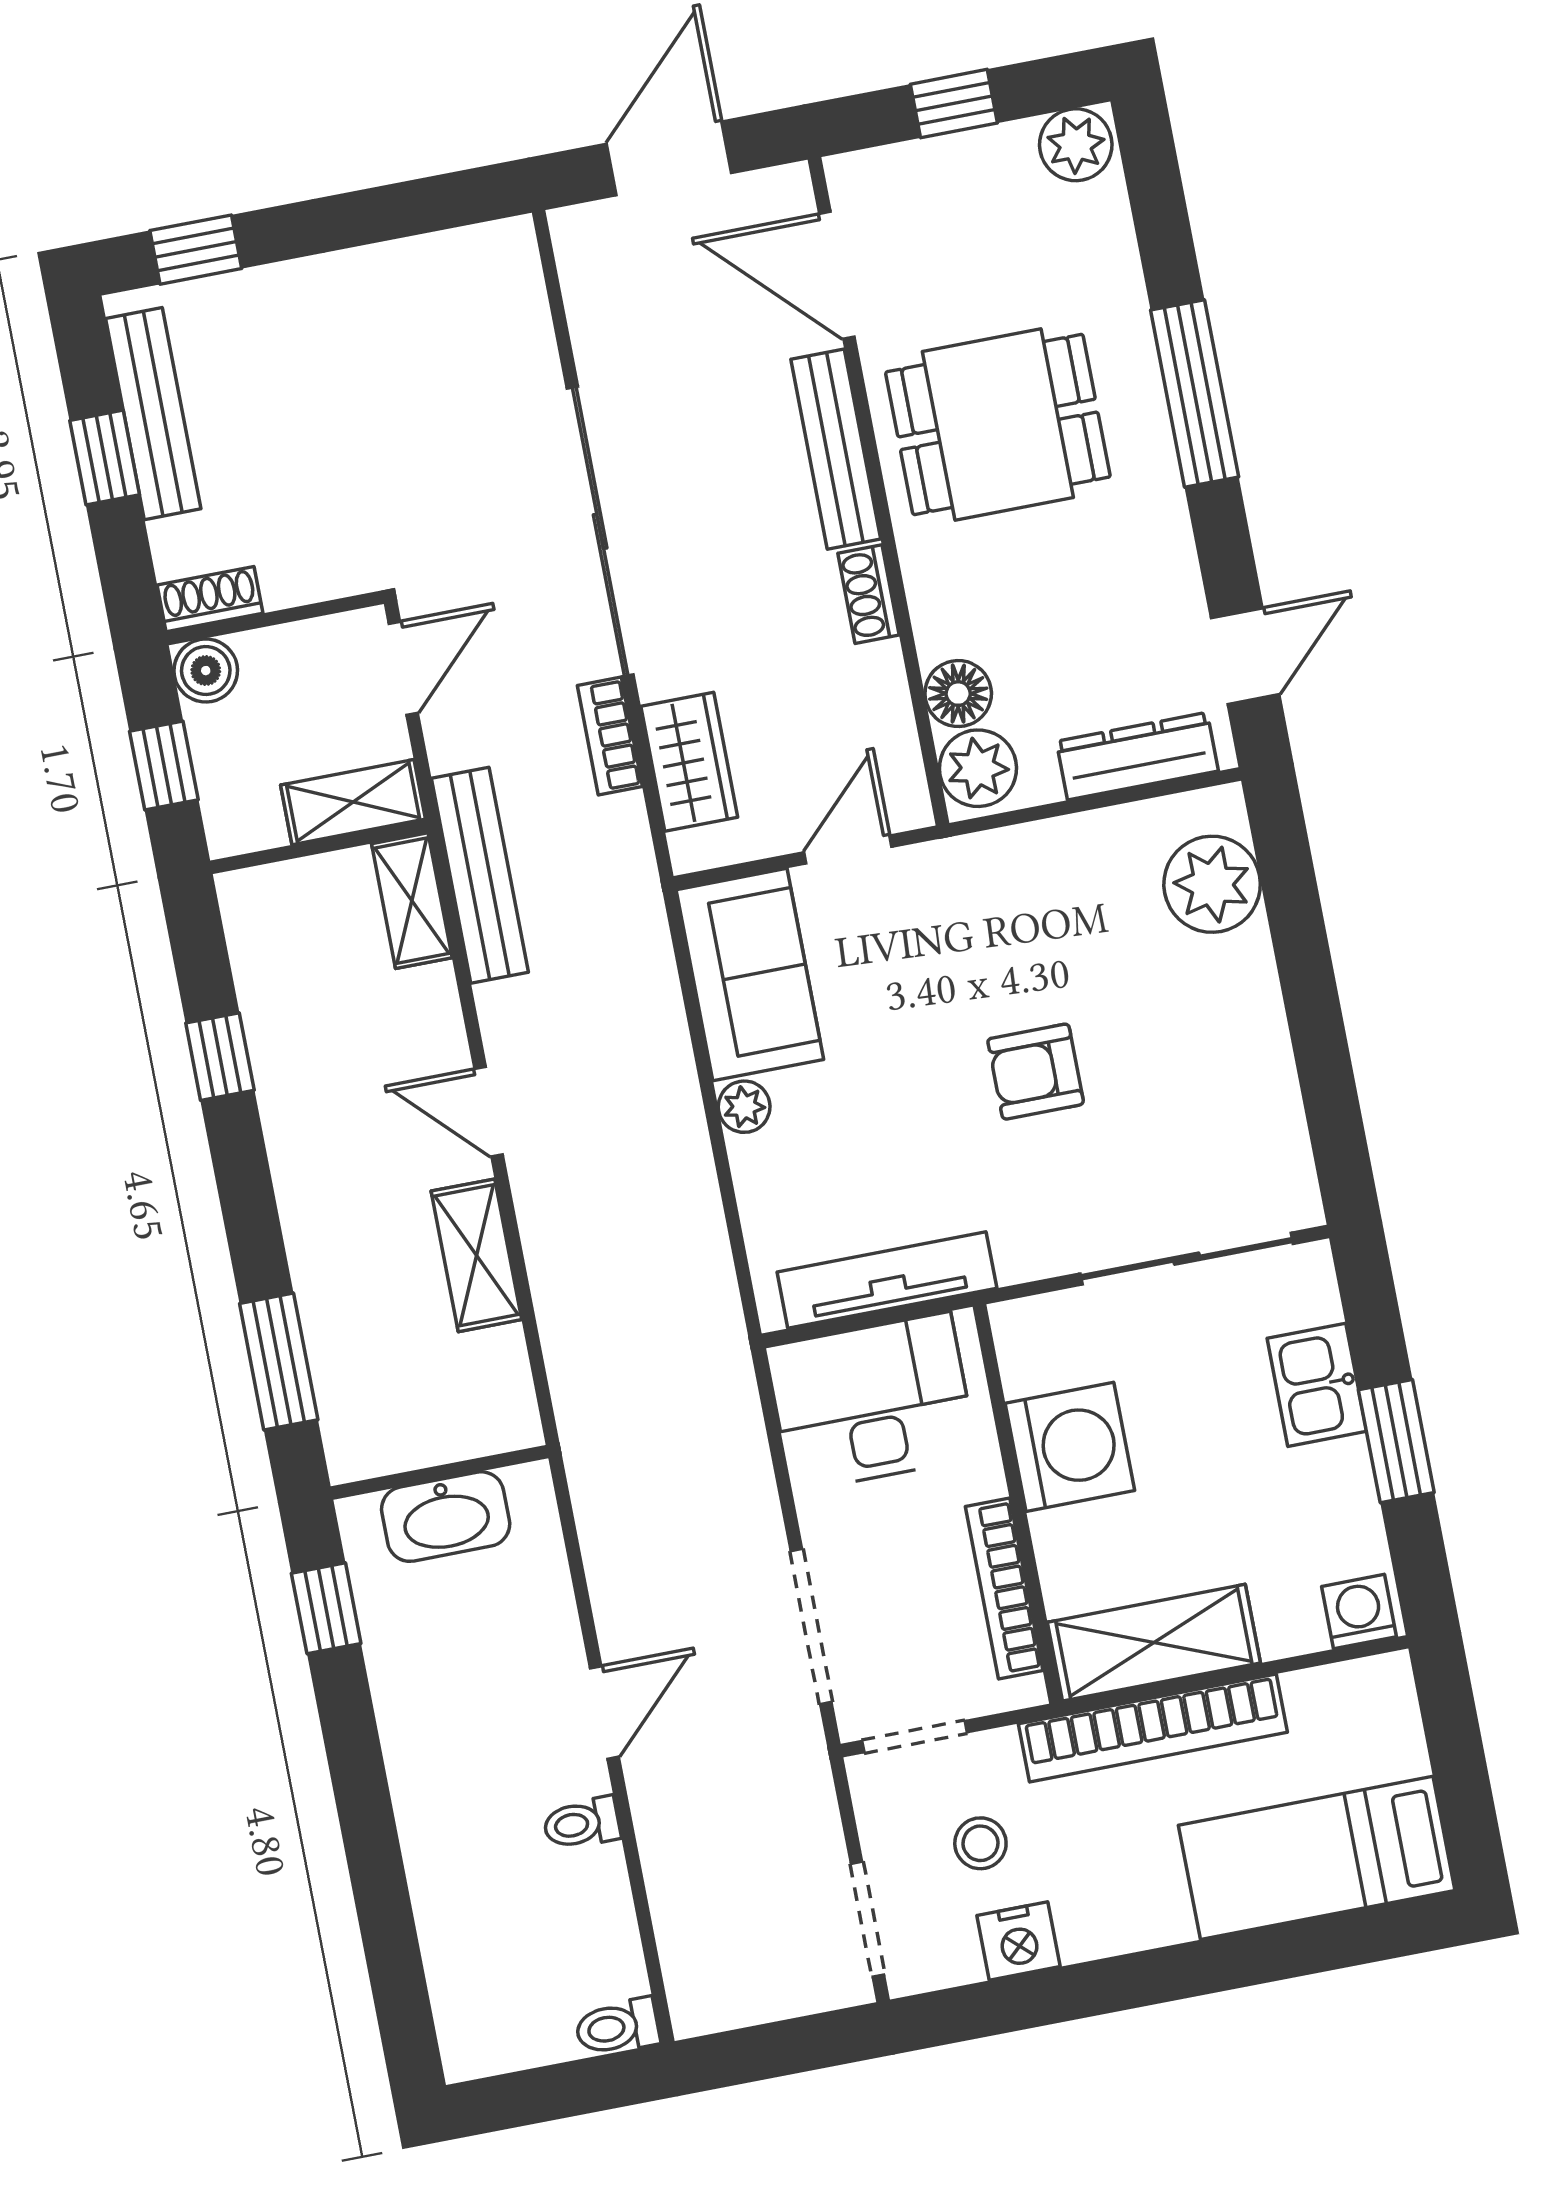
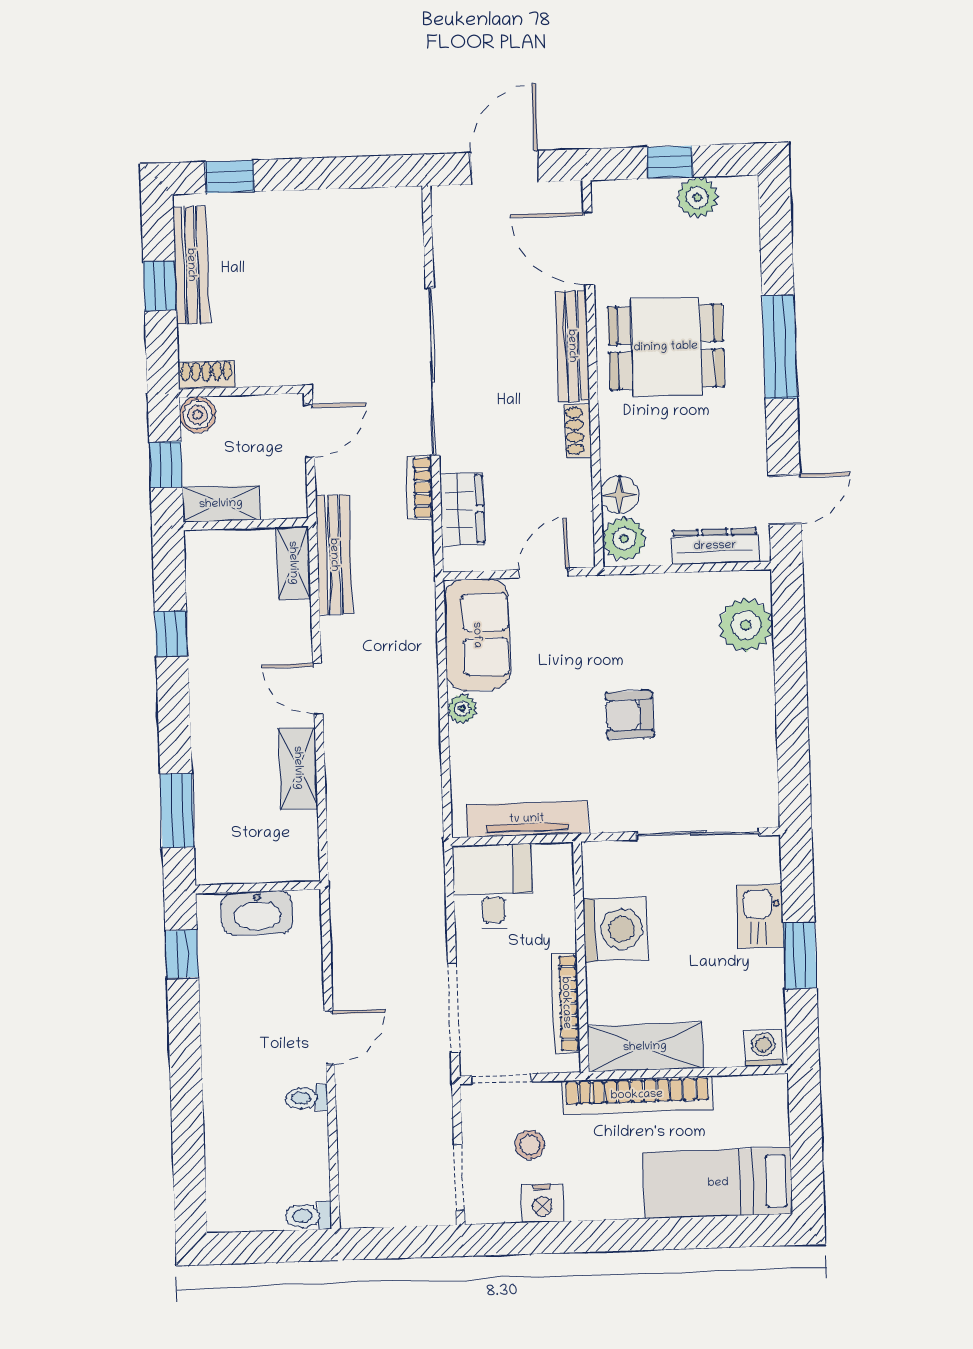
plant: (1076, 145) -> (698, 197), moved
shelving: (353, 802) -> (221, 504), moved
desk: (871, 1402) -> (493, 887), width x0.73

